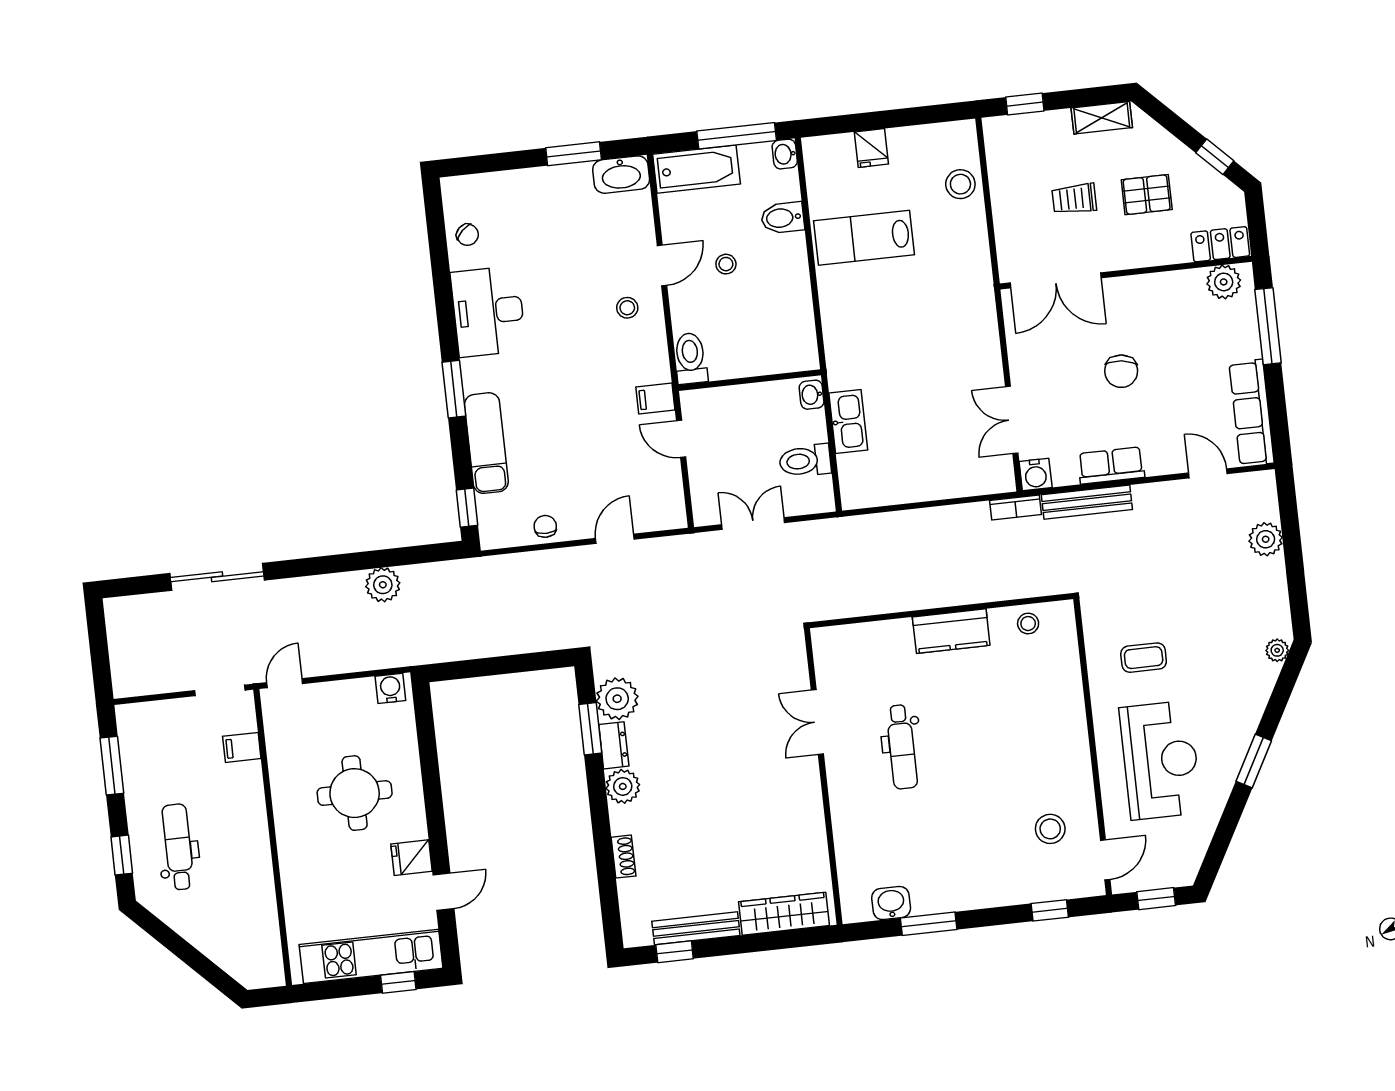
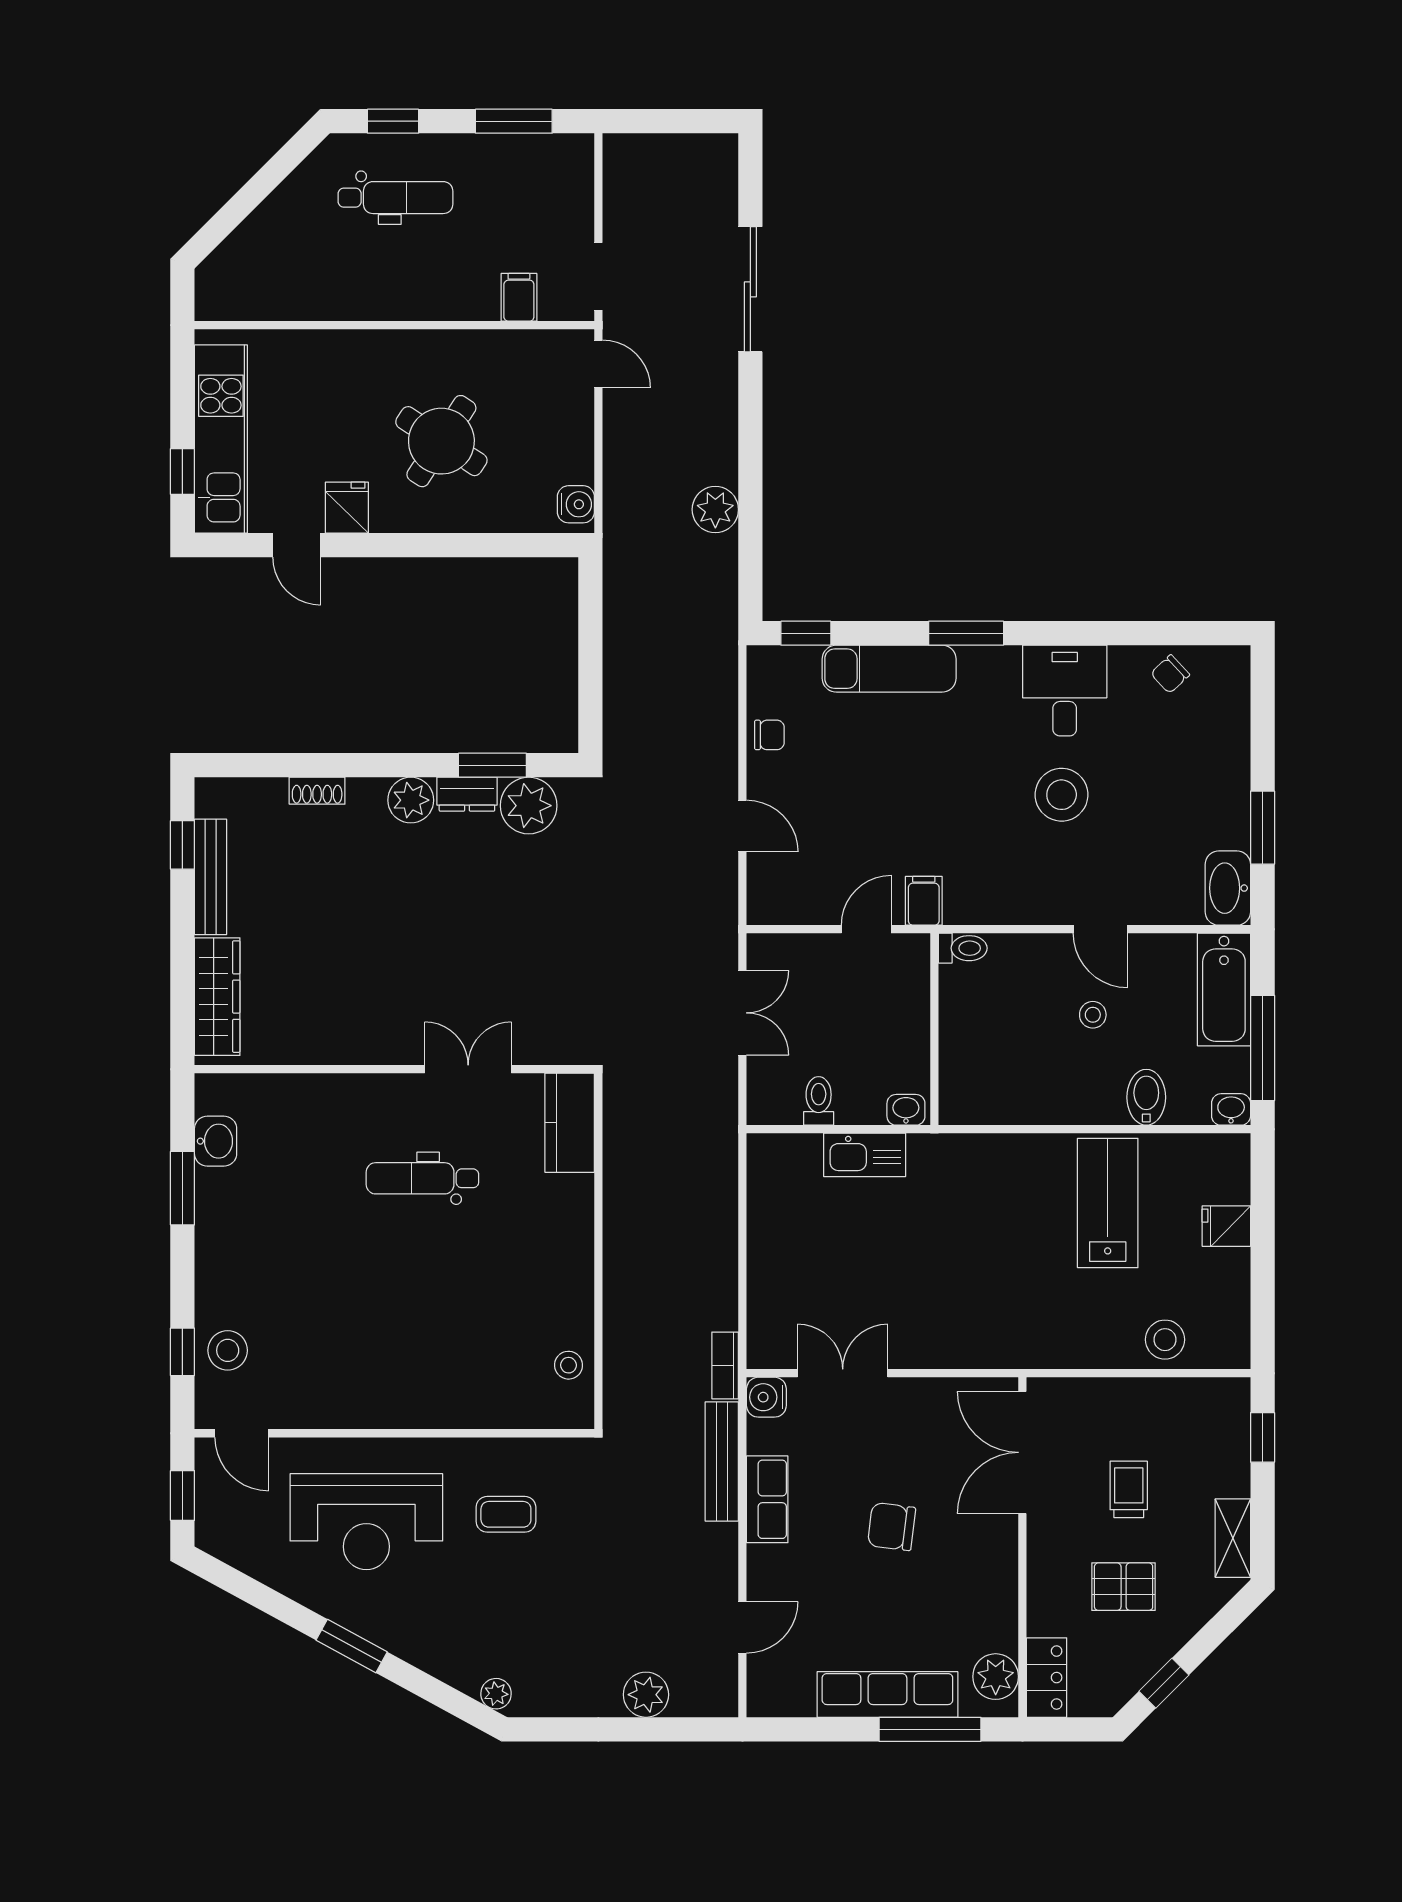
pallet: (1147, 195) -> (1124, 1587), turned 90
stool: (627, 308) -> (1062, 795), moved, width x1.89, depth x1.89
desk: (488, 311) -> (1065, 691), width x0.73
toilet: (691, 358) -> (963, 948), width x0.73, depth x0.72
row of seats: (1252, 413) -> (887, 1695), moved
toilet: (805, 461) -> (819, 1101), width x0.73, depth x0.72
kitchen counter: (951, 631) -> (570, 1123), moved
coffee table: (1144, 658) -> (506, 1514), turned 90
round table: (355, 793) -> (441, 441), turned 33
stool: (1050, 829) -> (228, 1350), moved

